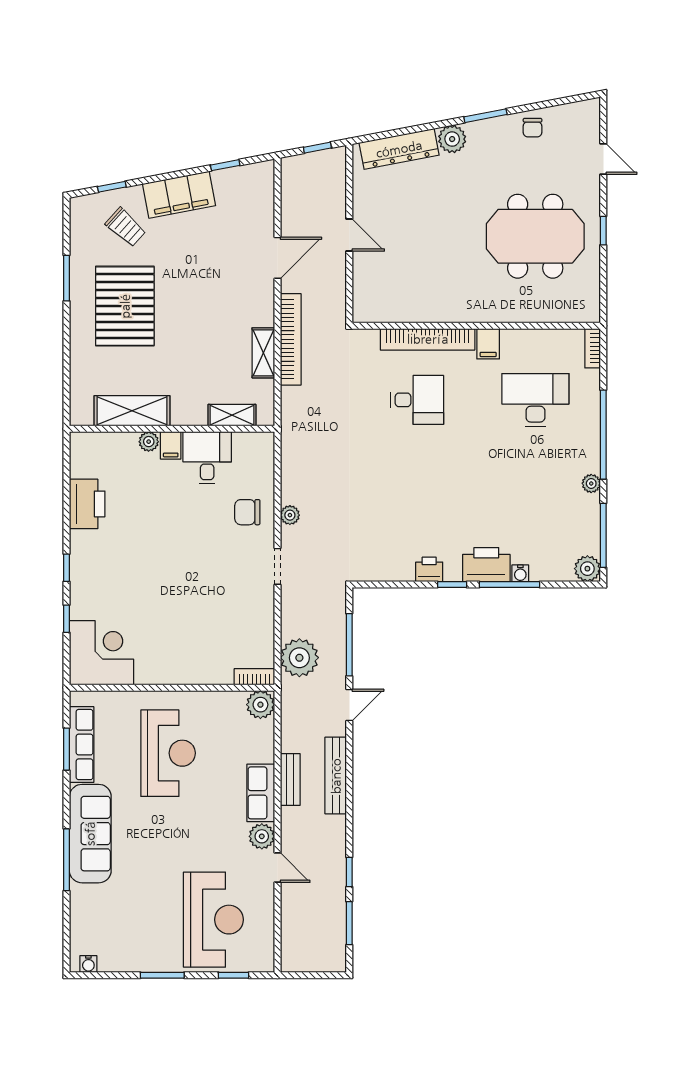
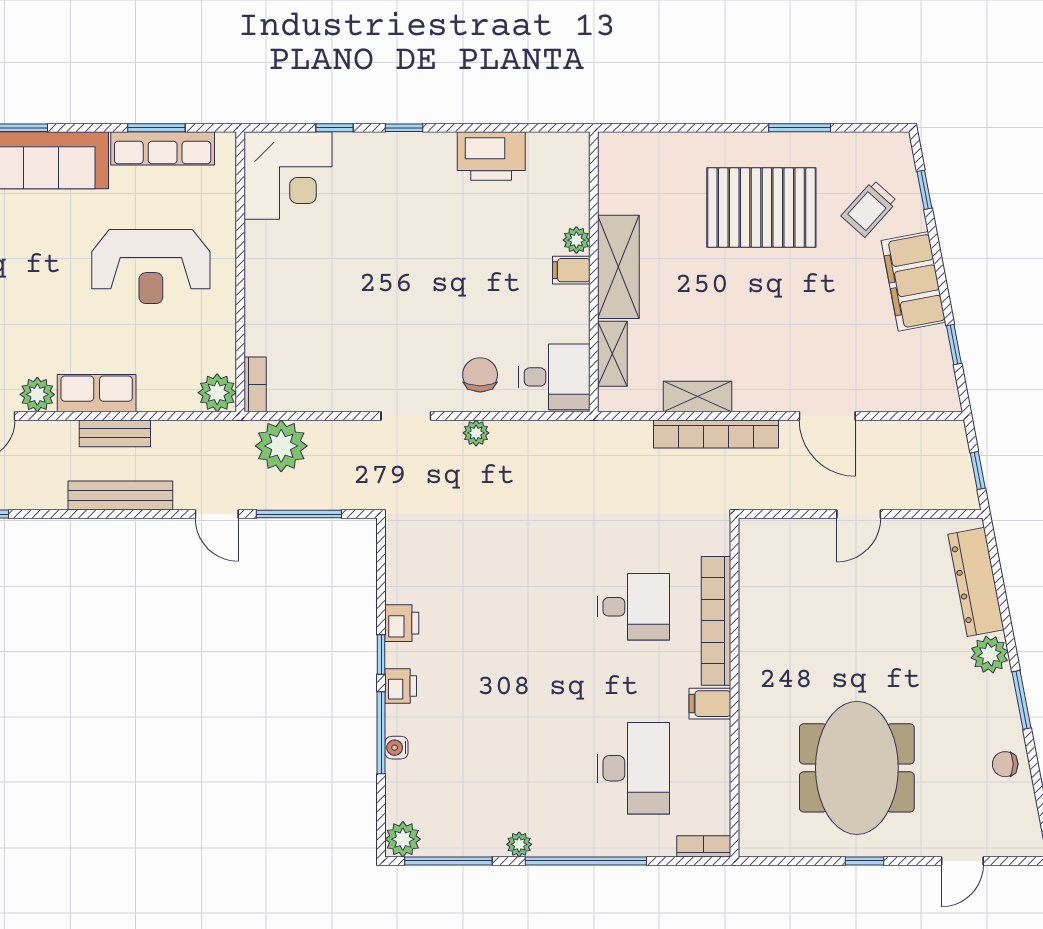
desk: (417, 400) -> (633, 607), turned -90
shelving: (132, 411) -> (618, 267), moved
desk: (207, 458) -> (554, 377), moved
printer: (486, 565) -> (401, 686), width x0.53, depth x0.68

